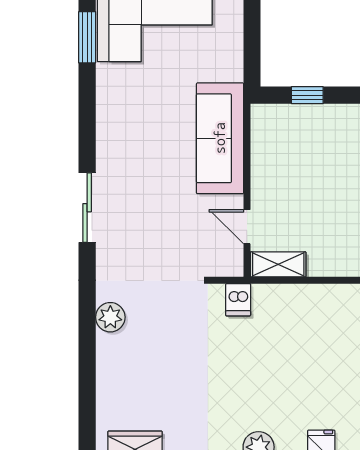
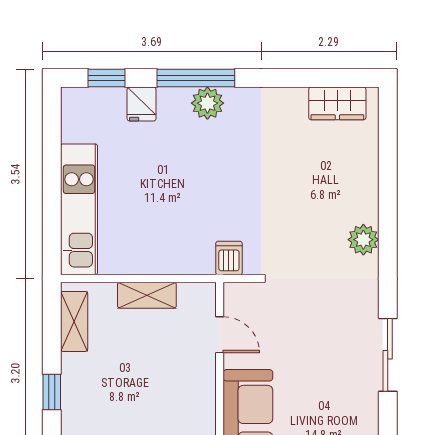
shelving: (278, 264) -> (147, 295), moved

